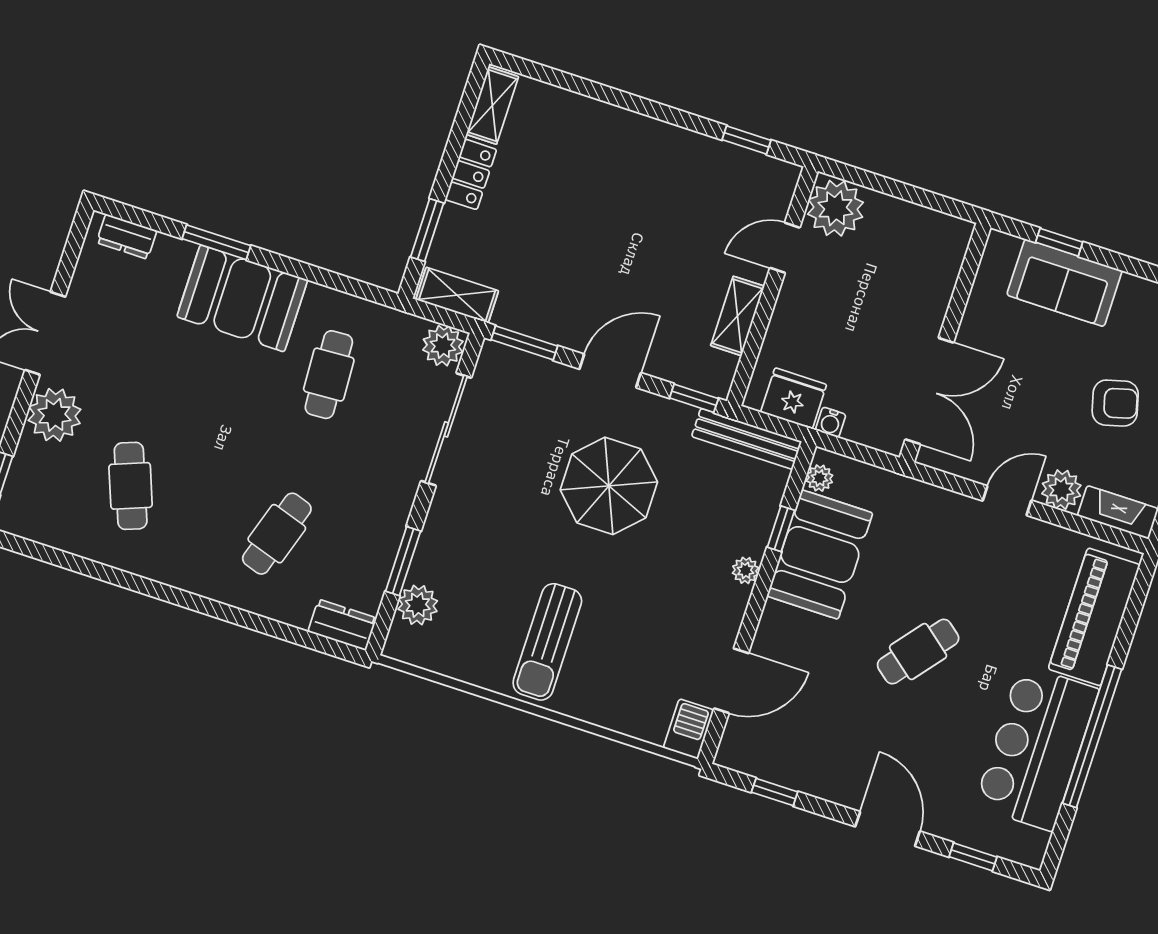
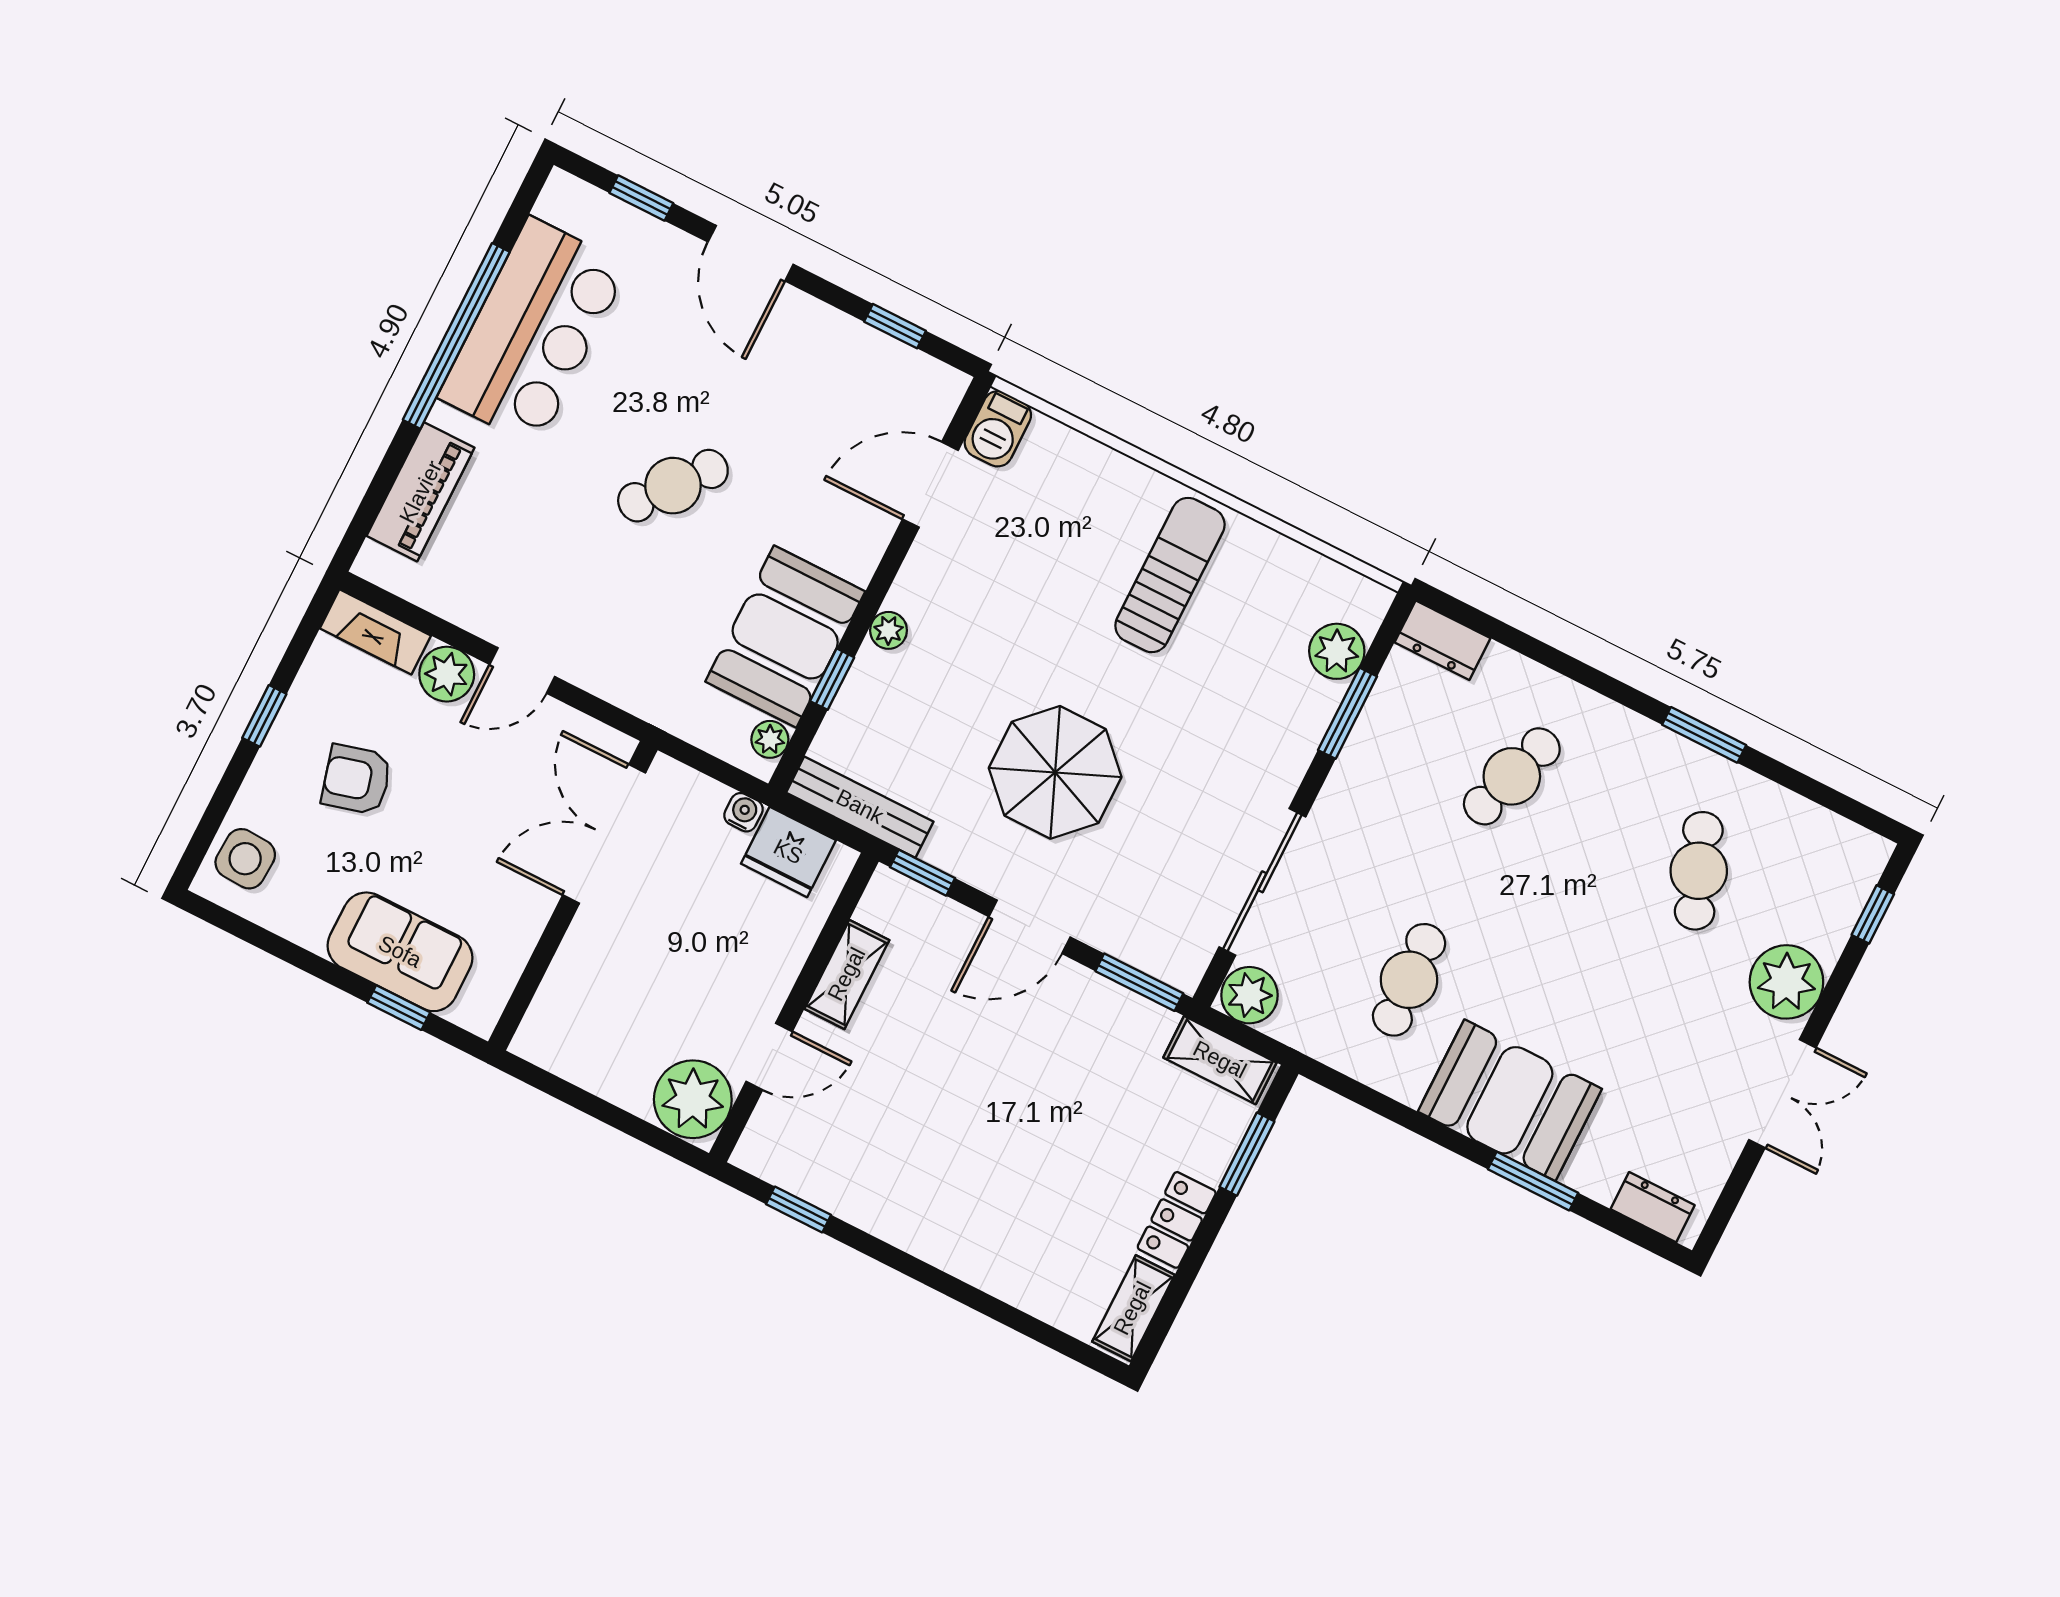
window: (142, 585) -> (1704, 735), added
piano: (1094, 617) -> (421, 492), width x0.73, depth x0.75

